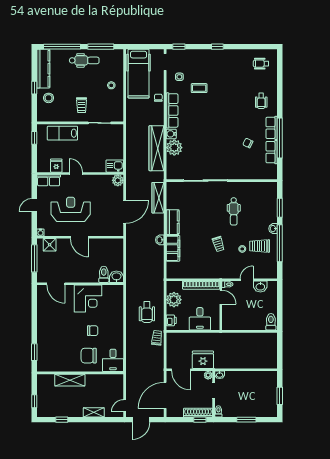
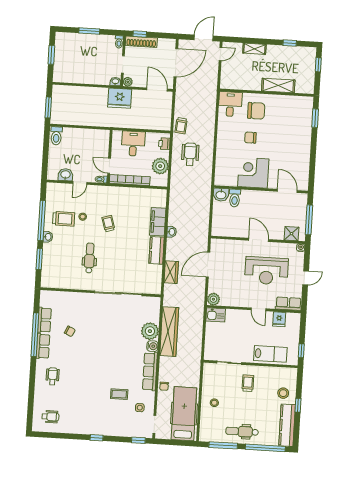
wardrobe: (158, 198) -> (171, 272), width x0.67
window: (280, 347) -> (48, 107), added
fridge: (203, 360) -> (120, 98), moved

